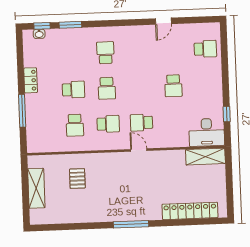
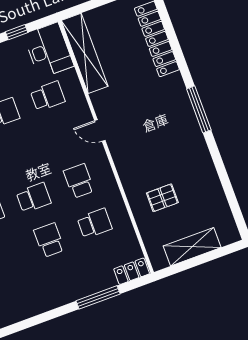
locker: (31, 80) -> (132, 271), moved
school desk: (141, 123) -> (48, 96), moved, turned -90
door: (139, 150) -> (100, 131), hinge flipped
shelving: (205, 157) -> (85, 53), width x1.47

